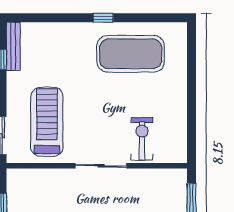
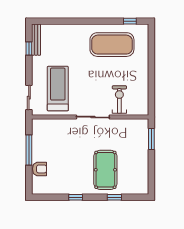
window: (103, 18) -> (130, 21), moved

